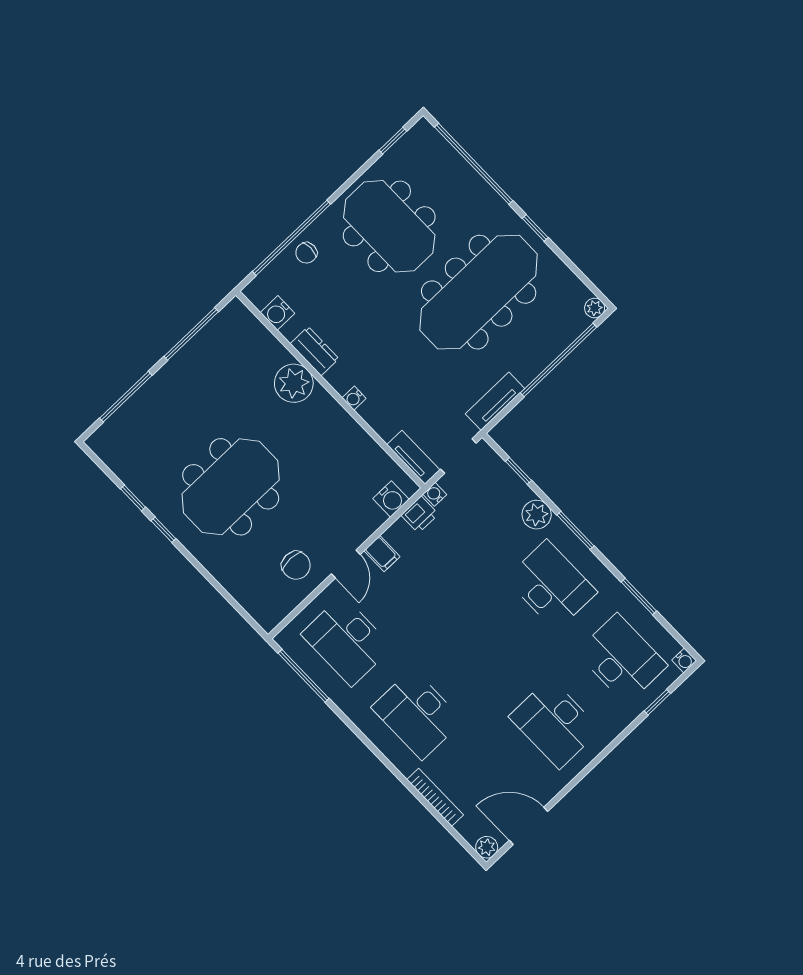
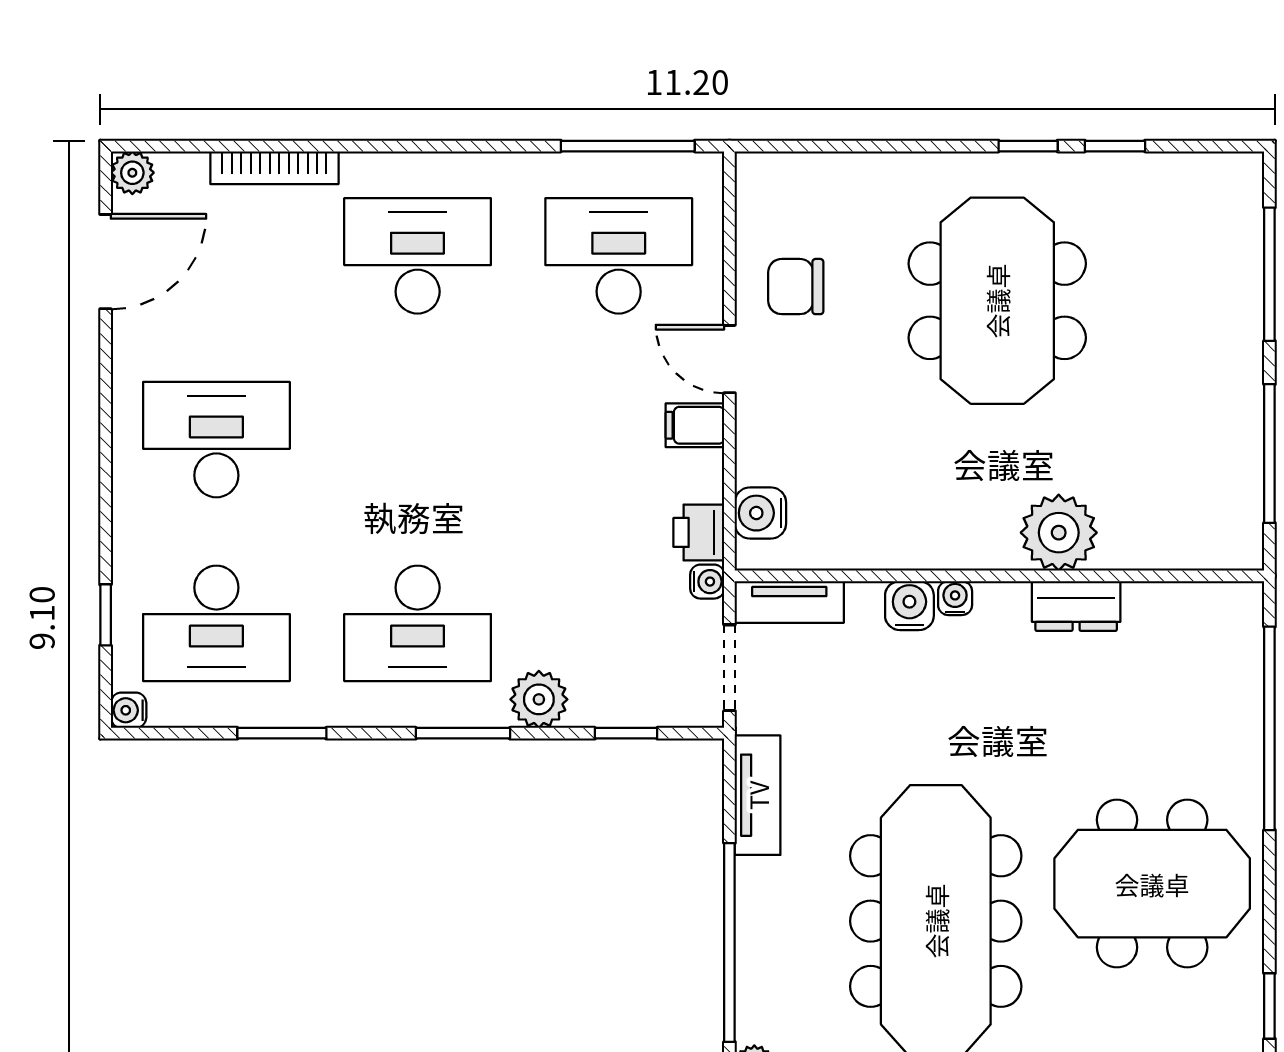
chair: (306, 253) -> (1228, 729), removed
water cooler: (278, 313) -> (909, 606), moved

